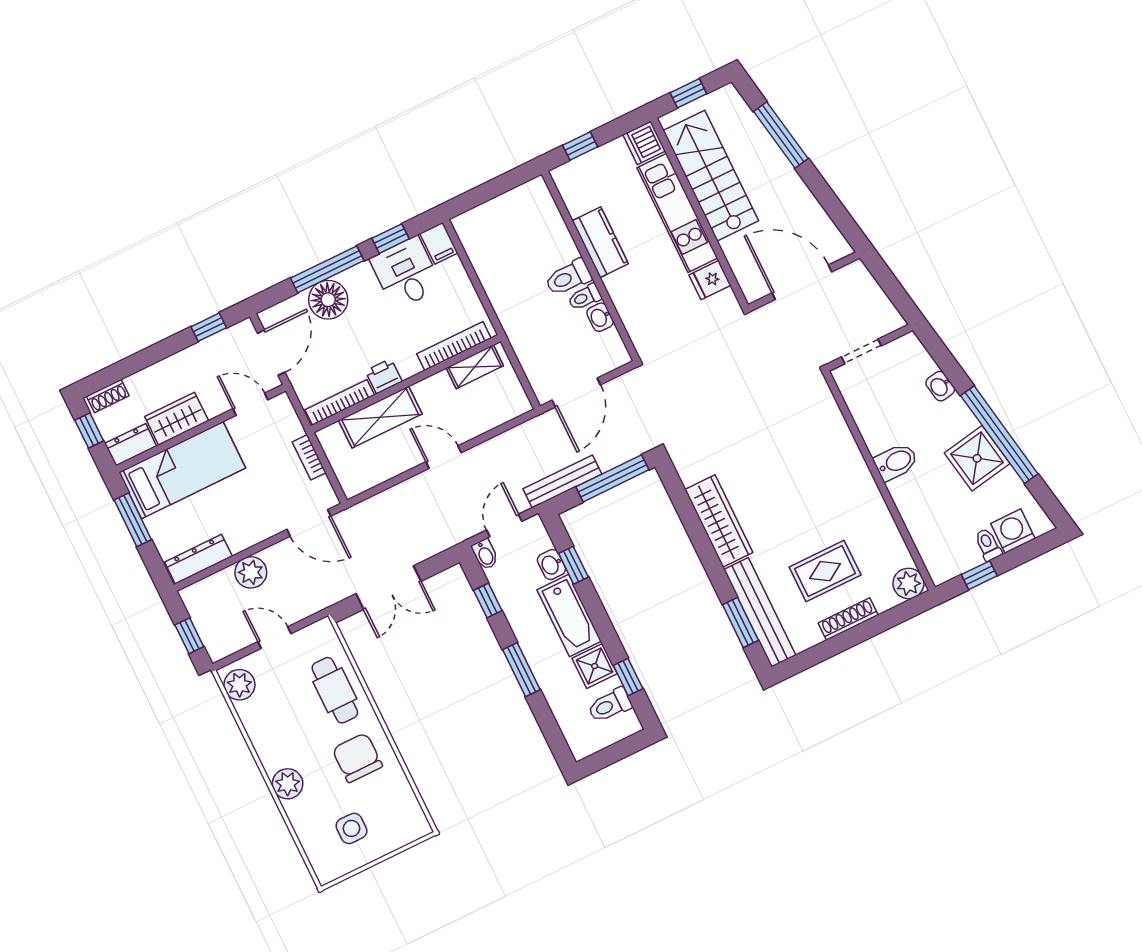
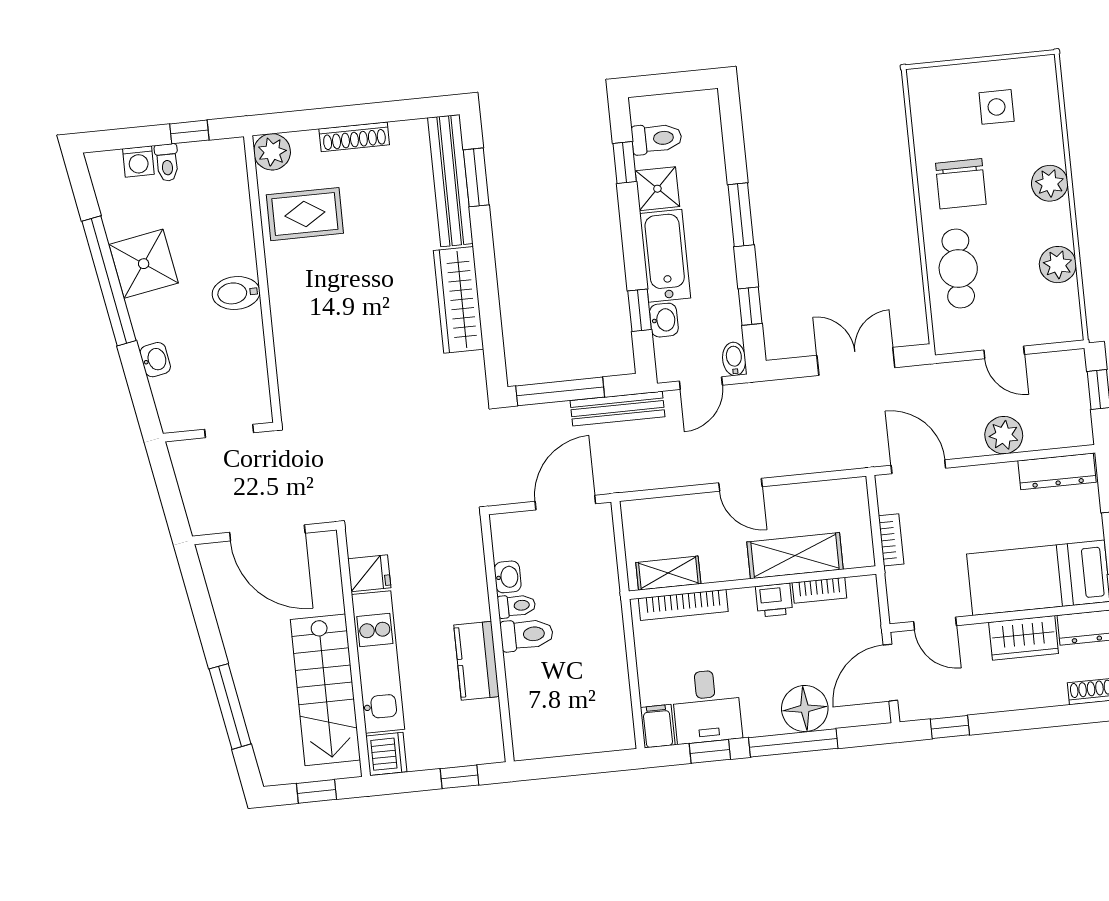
bookcase: (340, 402) -> (819, 590), width x0.64
washing machine: (1013, 531) -> (138, 162), width x0.73, depth x0.73
rug: (825, 571) -> (305, 214), moved
plant: (239, 685) -> (1058, 265), moved

